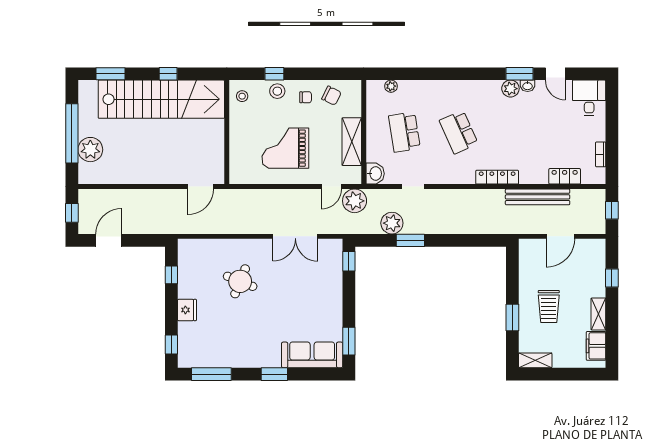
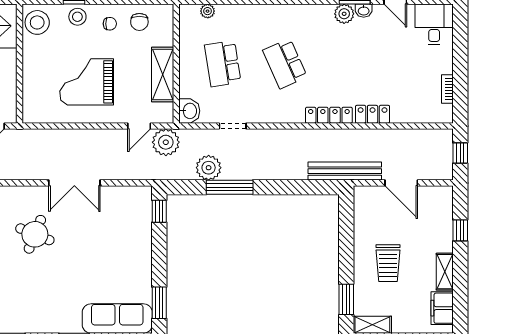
stool: (242, 96) -> (37, 22), width x1.89, depth x1.89
chair: (331, 96) -> (139, 22), turned 64
locker: (565, 176) -> (373, 114), moved
bench: (538, 197) -> (345, 171), moved
double door: (295, 236) -> (74, 183), moved
door: (560, 236) -> (401, 183), hinge flipped
window: (410, 240) -> (230, 187), width x1.44
window: (512, 317) -> (346, 299), moved

